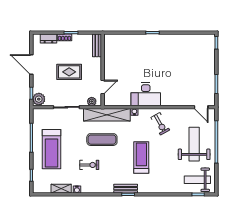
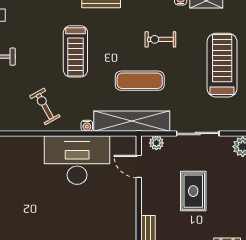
rug: (69, 72) -> (193, 191), turned 90
door: (103, 87) -> (139, 166), hinge flipped
desk: (146, 94) -> (77, 160), width x1.36, depth x1.30

